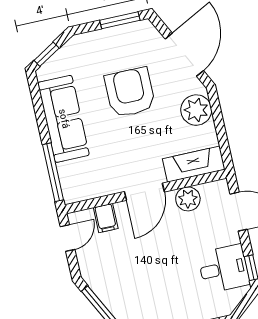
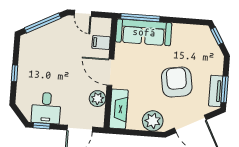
tv unit: (126, 32) -> (216, 91), added
armchair: (130, 92) -> (177, 82), turned -99
sofa: (63, 119) -> (144, 32), moved
door: (68, 238) -> (83, 13), moved

